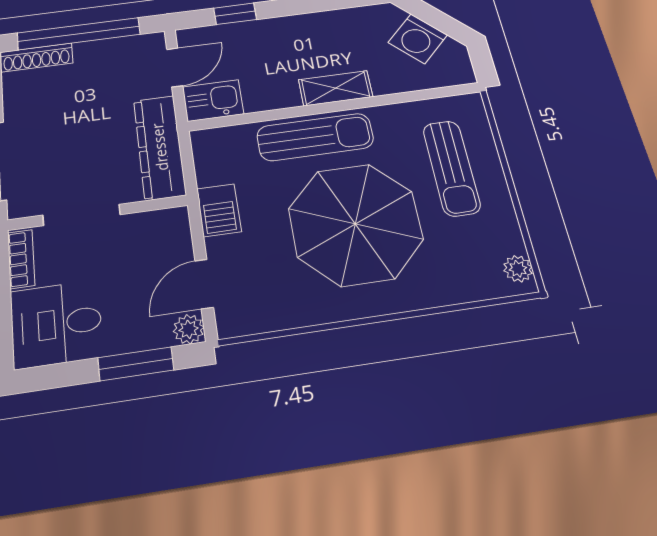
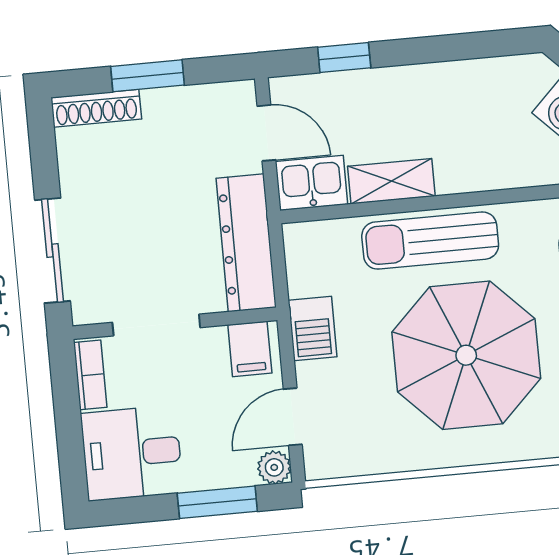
window: (79, 34) -> (147, 76), width x0.47
door: (175, 67) -> (266, 133), hinge flipped
shelving: (336, 88) -> (391, 181), moved
sun lounger: (315, 137) -> (430, 241), turned 180
filing cabinet: (164, 230) -> (250, 349), added

